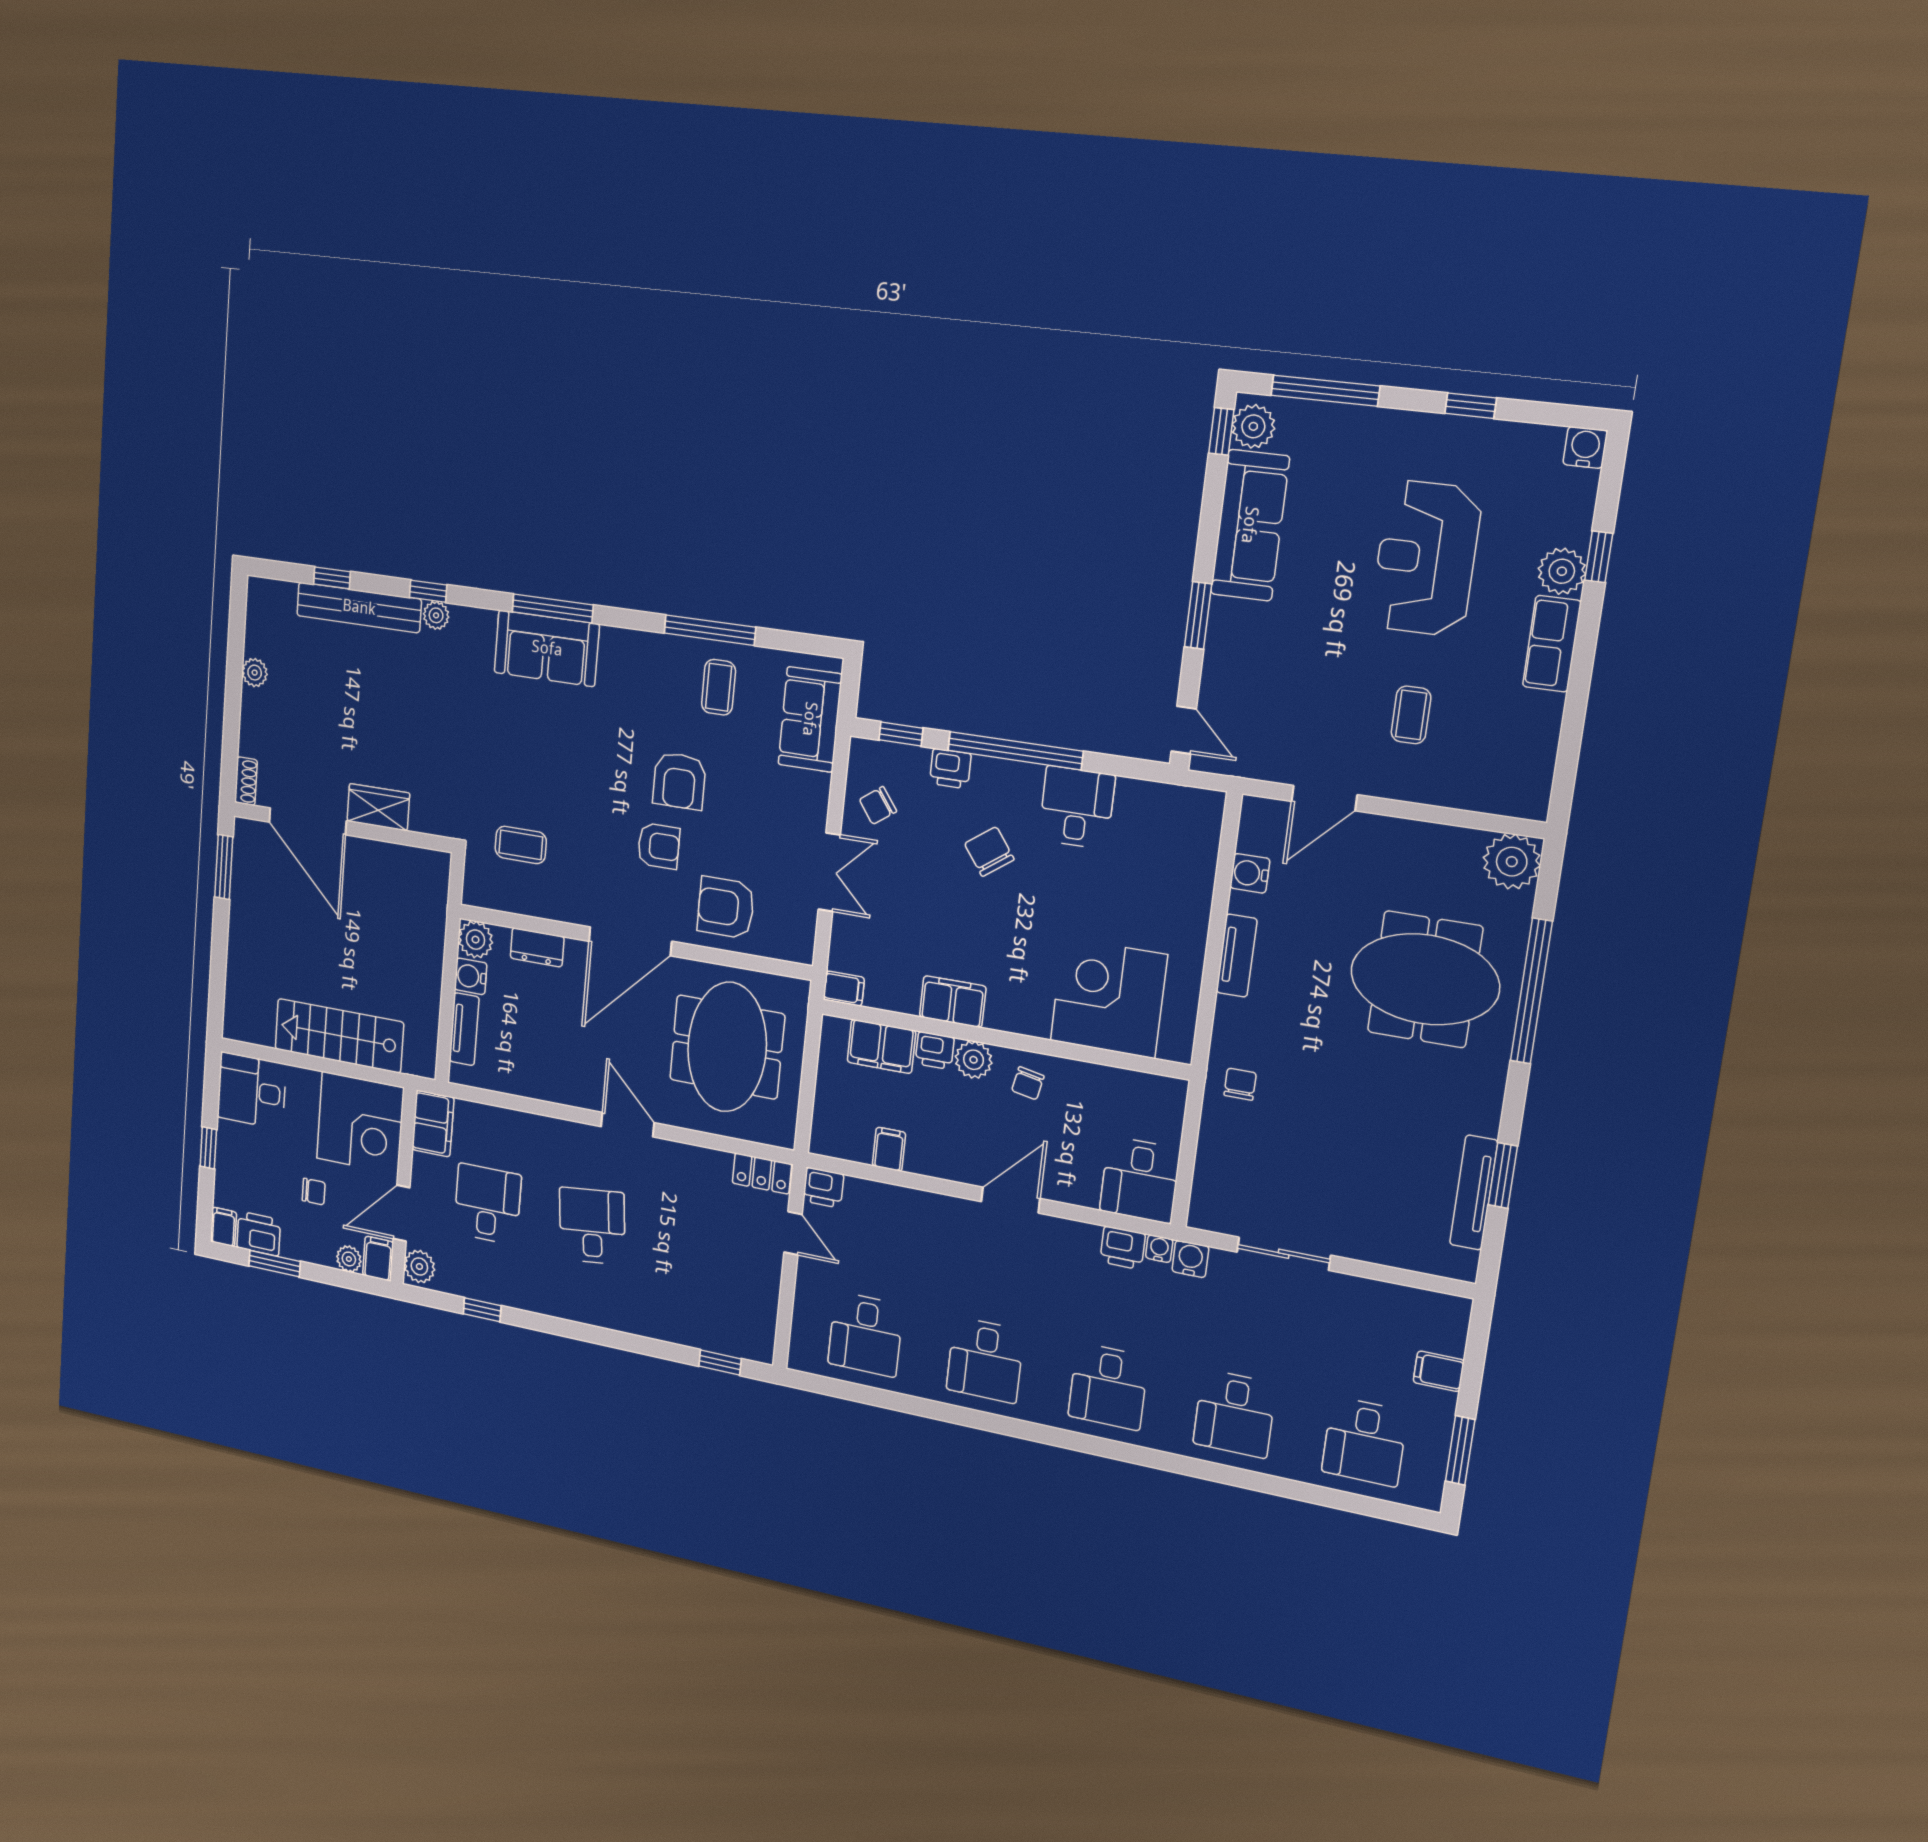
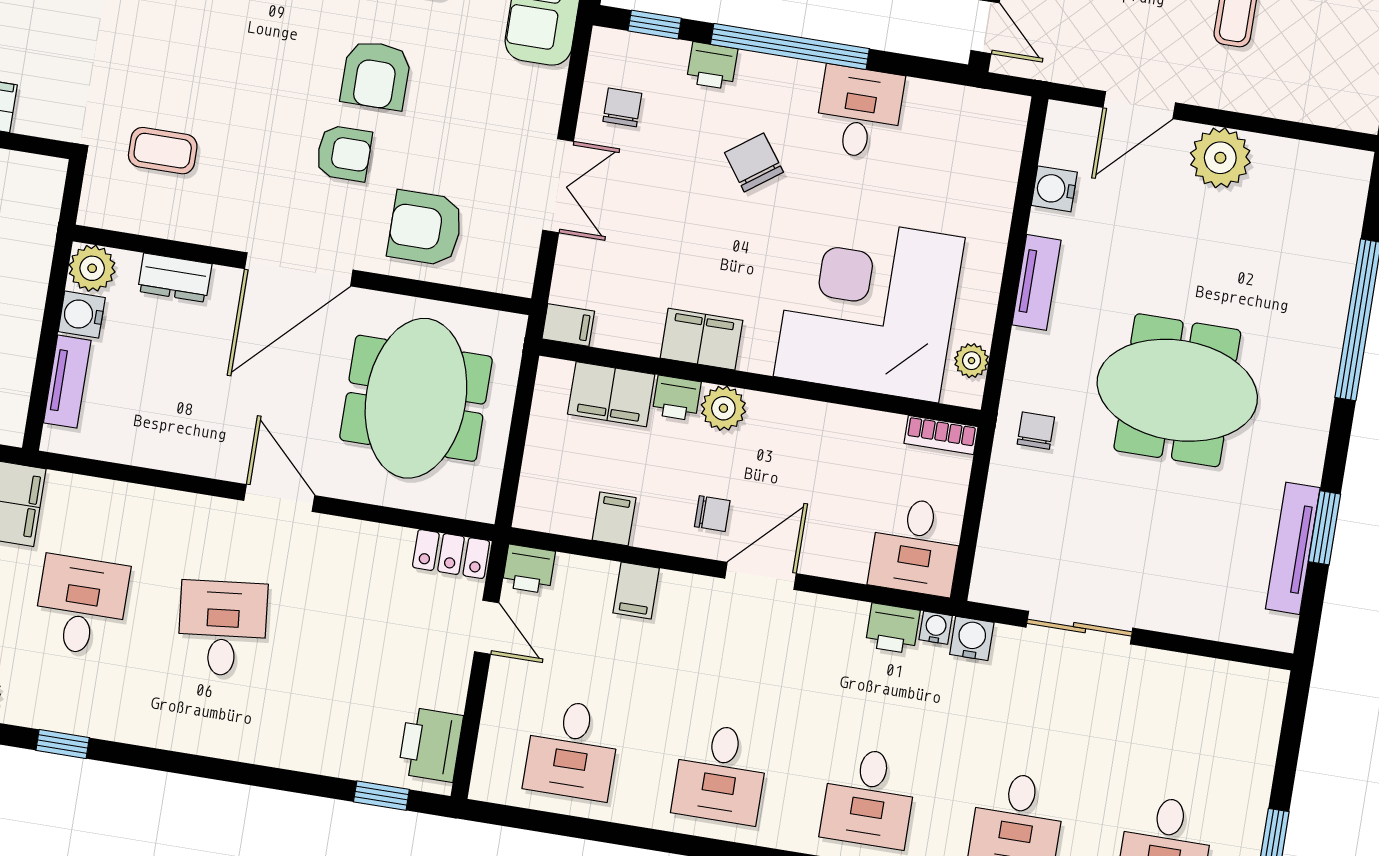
chair: (878, 805) -> (622, 107), turned 126
plant: (1512, 862) -> (1220, 158), moved
meeting table: (1425, 979) -> (1177, 390), moved
corner desk: (1109, 998) -> (869, 307), width x1.36, depth x1.36
plant: (1182, 1023) -> (972, 361), added
chair: (1028, 1083) -> (712, 514), moved, turned -101
bookcase: (1158, 1086) -> (941, 435), added
printer: (755, 1324) -> (431, 745), added
filing cabinet: (1439, 1371) -> (636, 591), moved, turned -90

